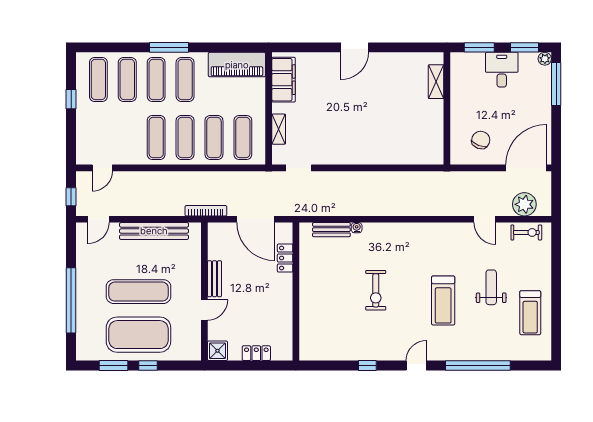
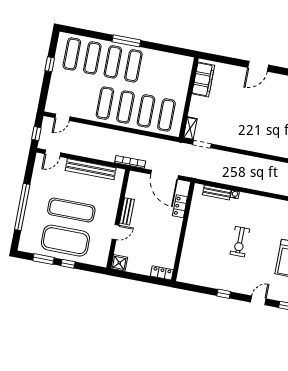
piano: (237, 65) -> (172, 62), removed
shelving: (279, 129) -> (190, 128), moved
locker: (256, 353) -> (162, 273), moved

